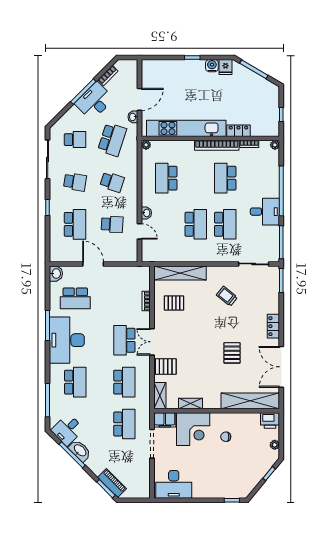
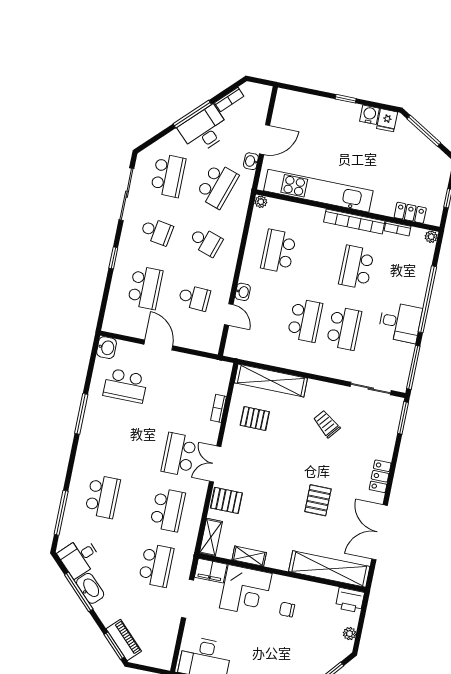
locker: (238, 131) -> (410, 213), moved
school desk: (75, 140) -> (168, 175), width x1.85
desk: (67, 340) -> (103, 439), removed

